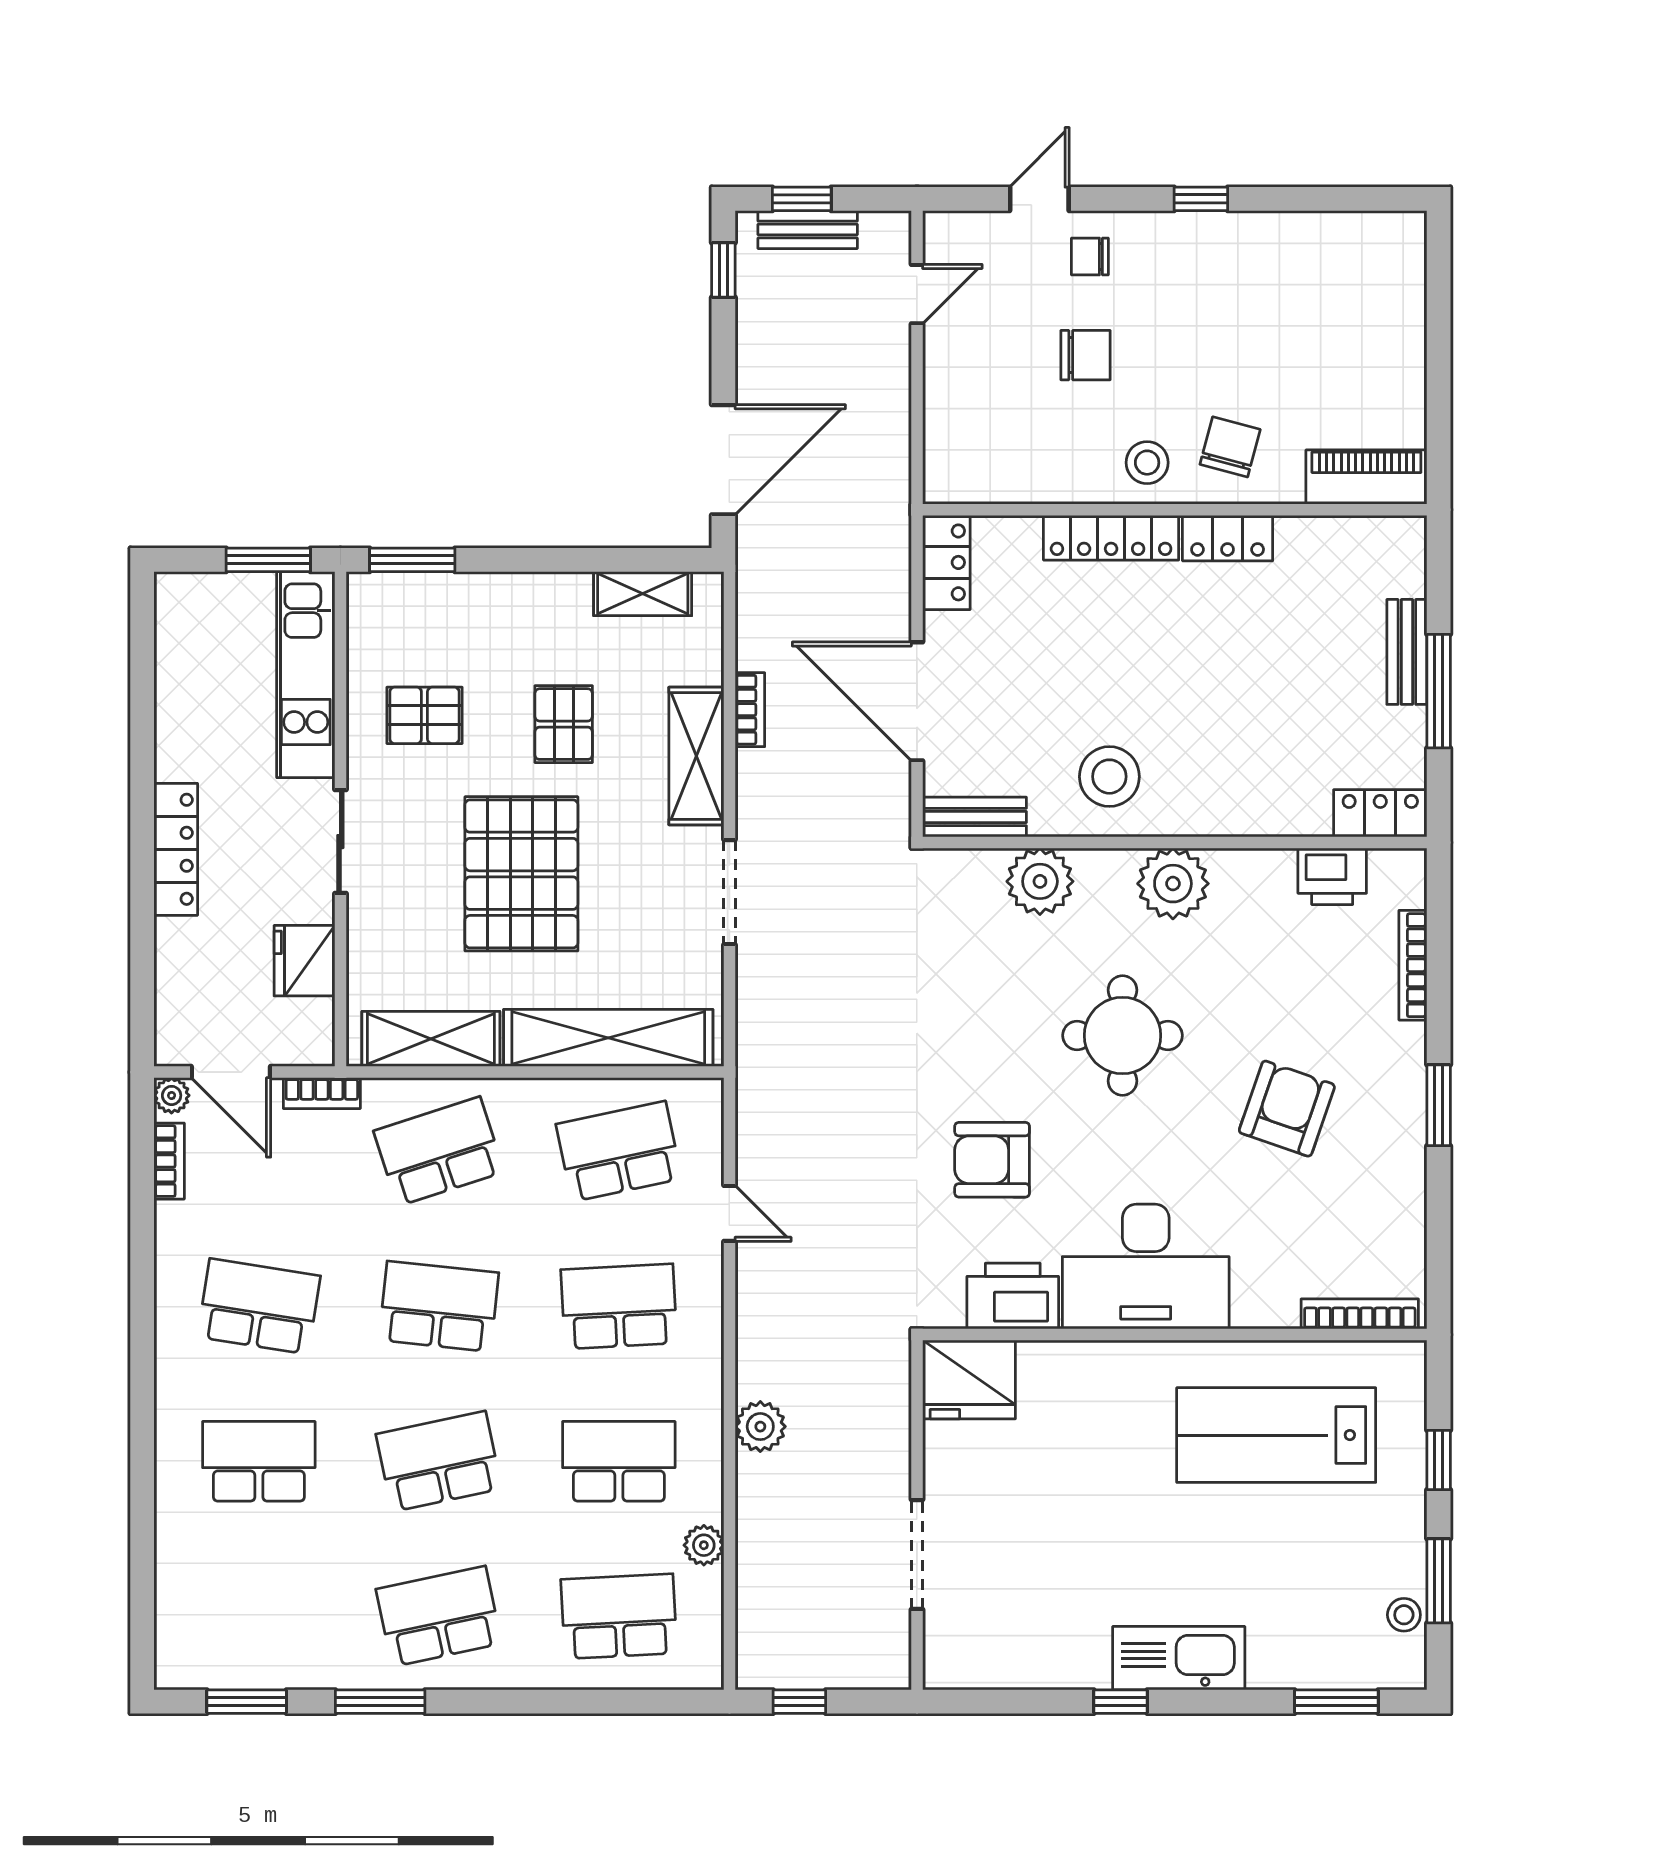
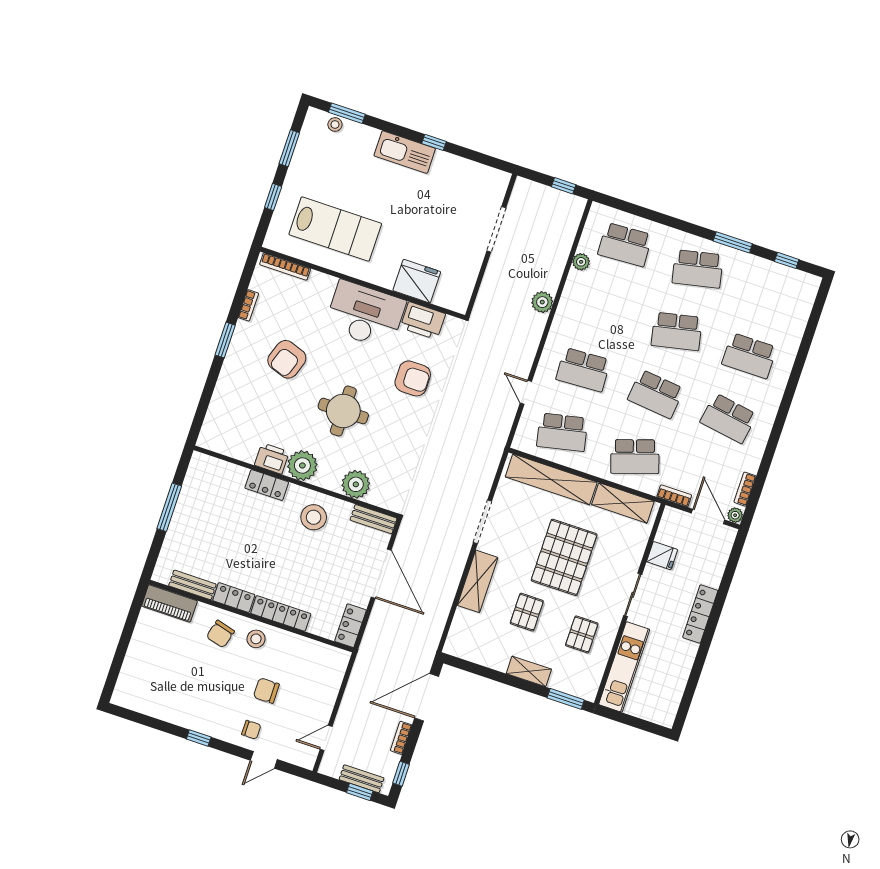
window: (268, 560) -> (624, 718), removed
shelving: (643, 594) -> (529, 671), moved
bench: (1407, 652) -> (192, 585), moved, turned 90
bookcase: (750, 710) -> (401, 738), moved
pallet: (424, 715) -> (582, 634), turned 90
locker: (1380, 813) -> (267, 485), moved
printer: (1332, 876) -> (272, 458), moved
fridge: (304, 961) -> (662, 556), width x0.72
bookcase: (1413, 965) -> (248, 305), moved, width x0.64
fridge: (969, 1380) -> (417, 281), moved
school desk: (619, 1461) -> (604, 307), removed
stool: (1404, 1615) -> (335, 124), moved
window: (247, 1702) -> (787, 260), width x0.67

